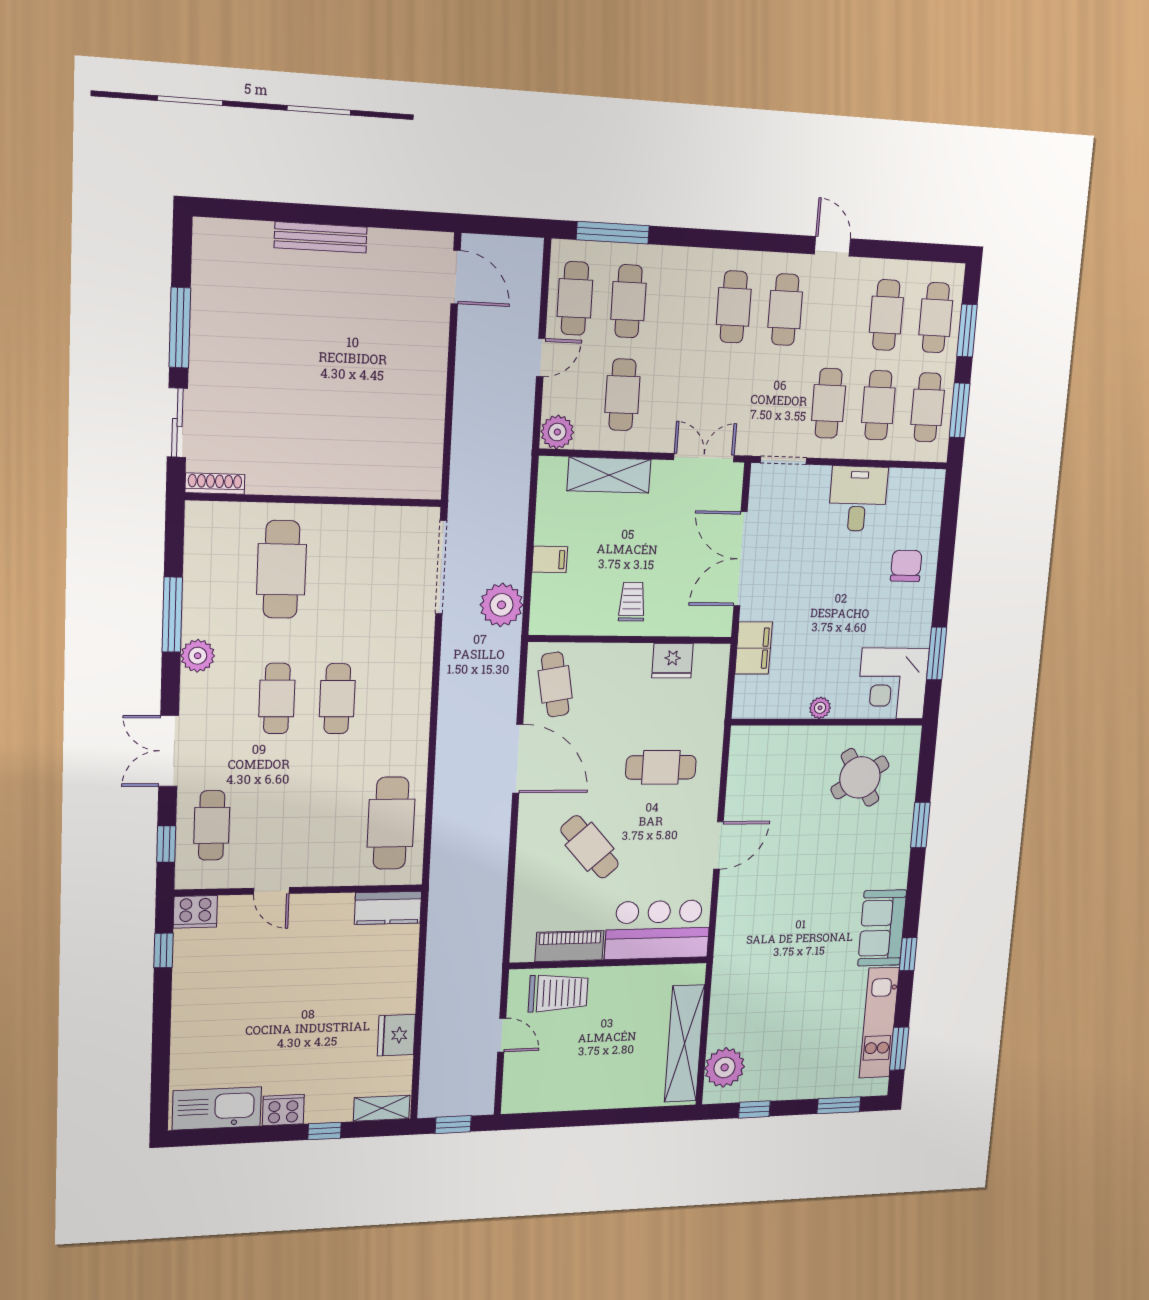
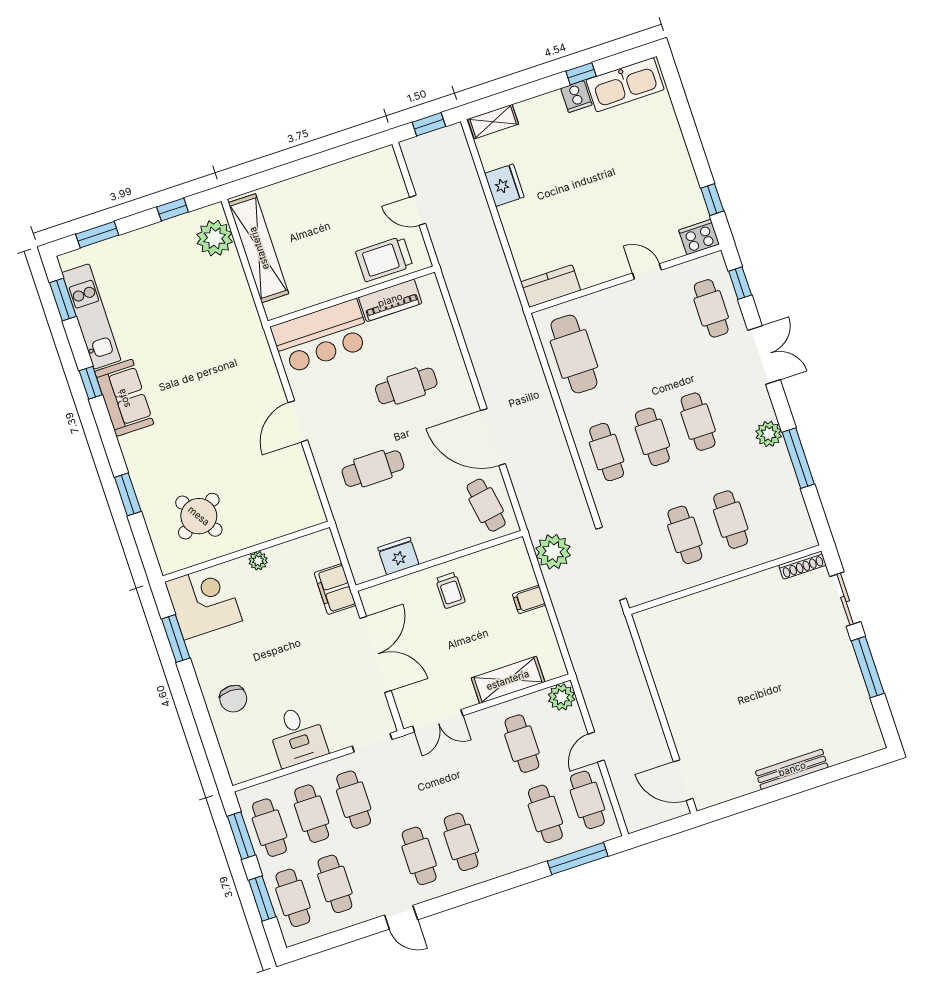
cafe table: (281, 569) -> (731, 520), width x0.73, depth x0.74
cafe table: (343, 571) -> (685, 535), added
cafe table: (397, 699) -> (607, 452), added
cafe table: (590, 847) -> (406, 386), turned -48
cooker: (283, 1110) -> (576, 97), width x0.73
window: (325, 1131) -> (581, 74), moved

